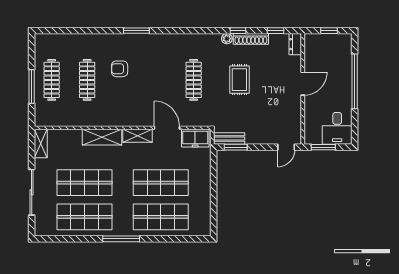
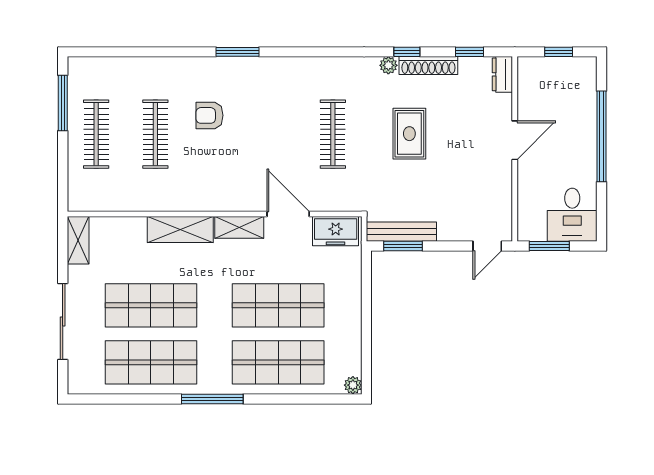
window: (32, 87) -> (63, 103), moved
bench: (229, 138) -> (401, 232), width x1.36
plant: (206, 230) -> (353, 385), added

